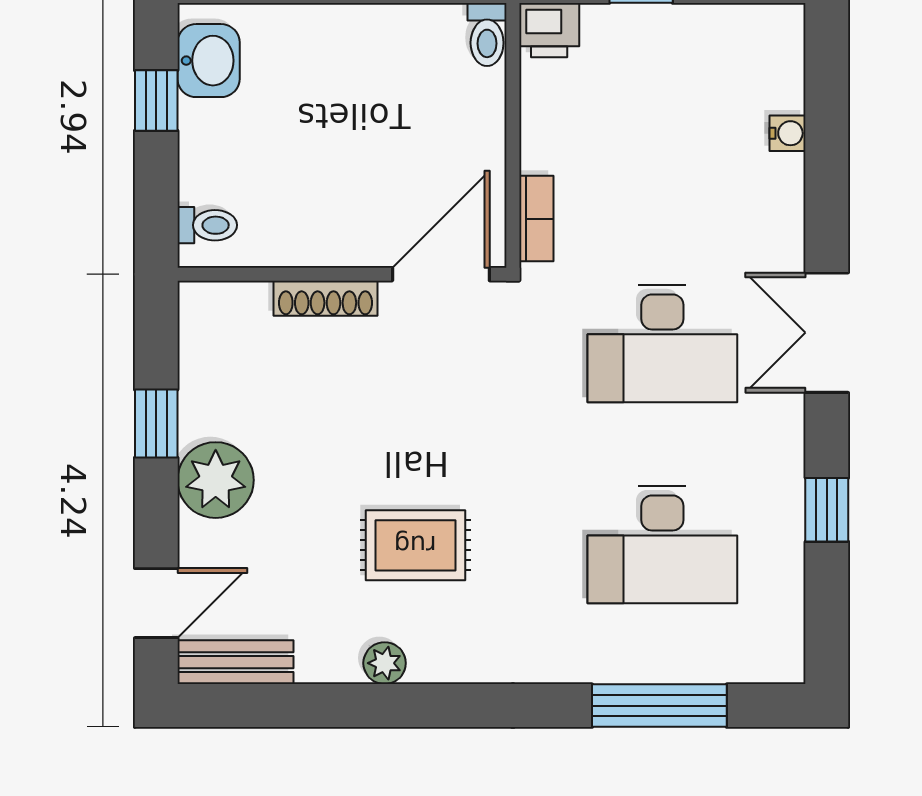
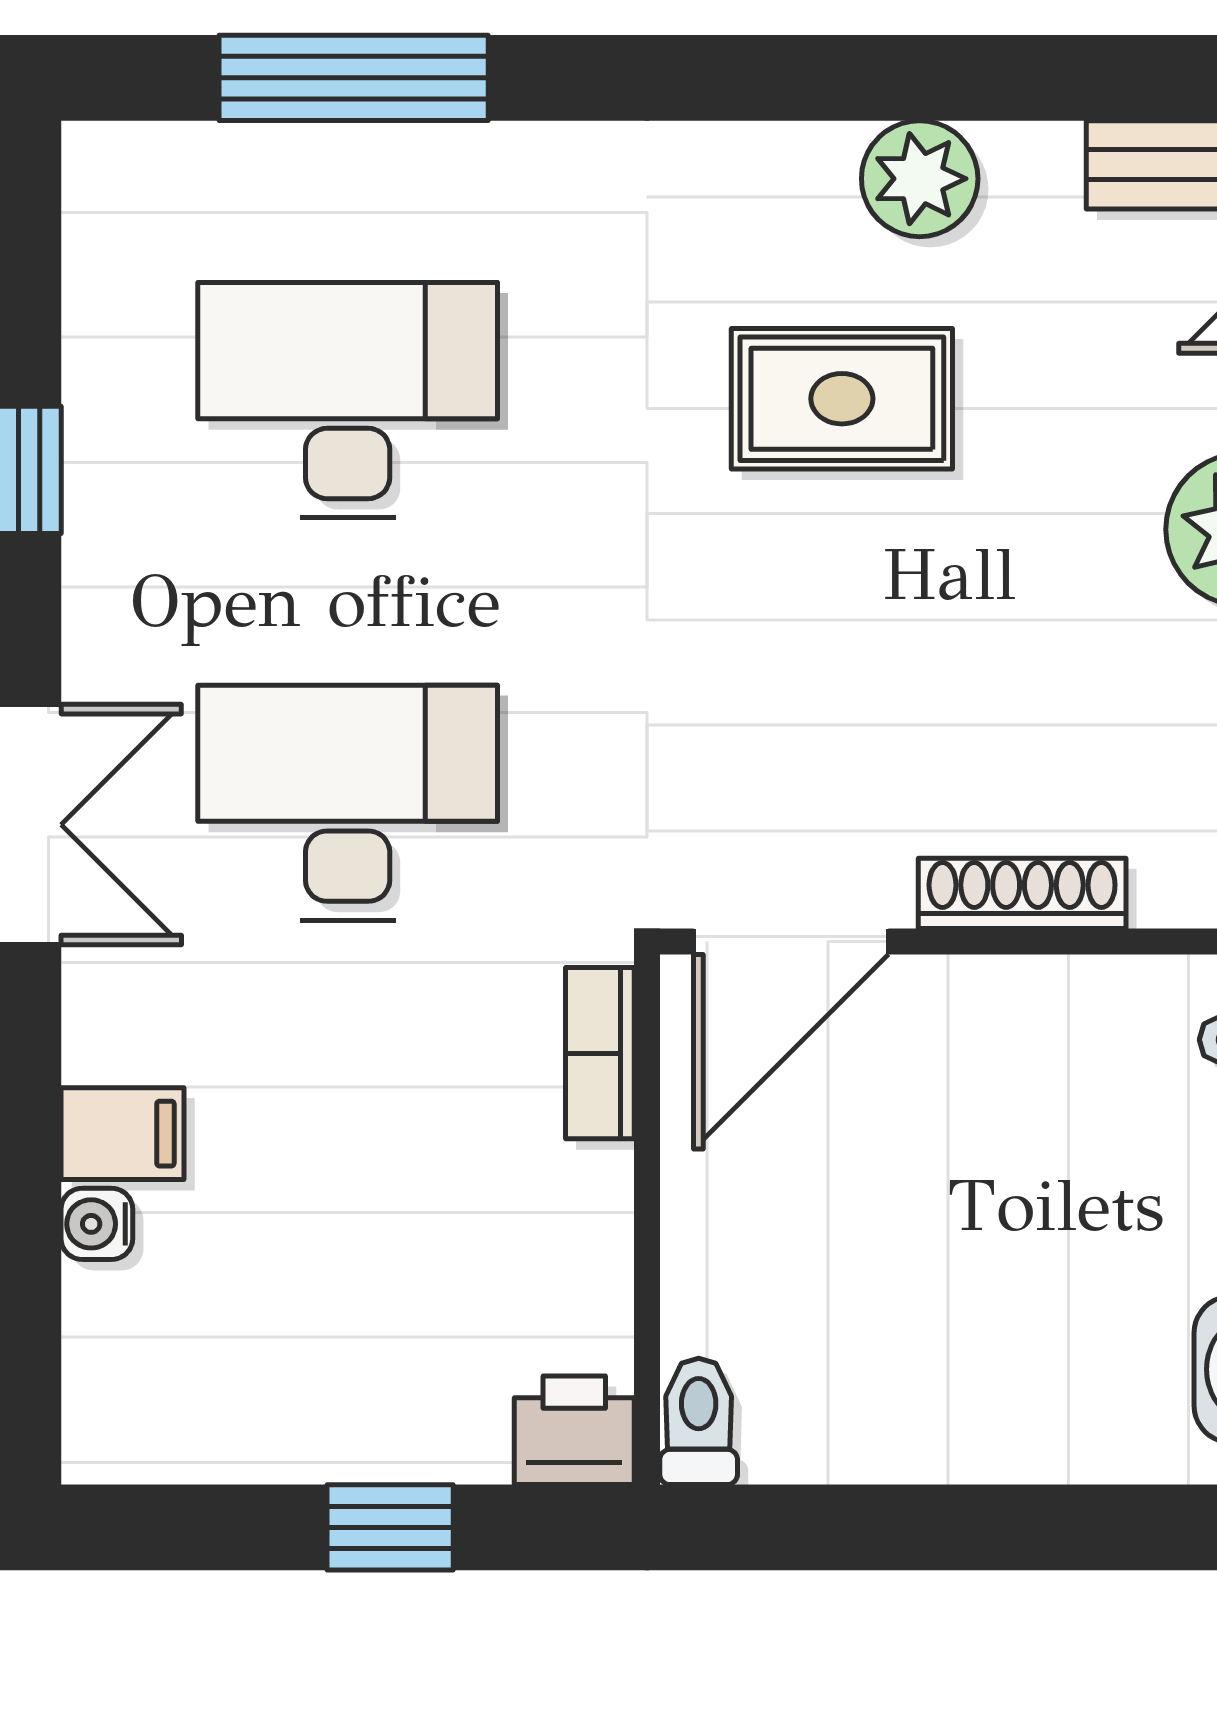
filing cabinet: (775, 178) -> (122, 1134), added
plant: (385, 663) -> (920, 179), width x1.38, depth x1.38

